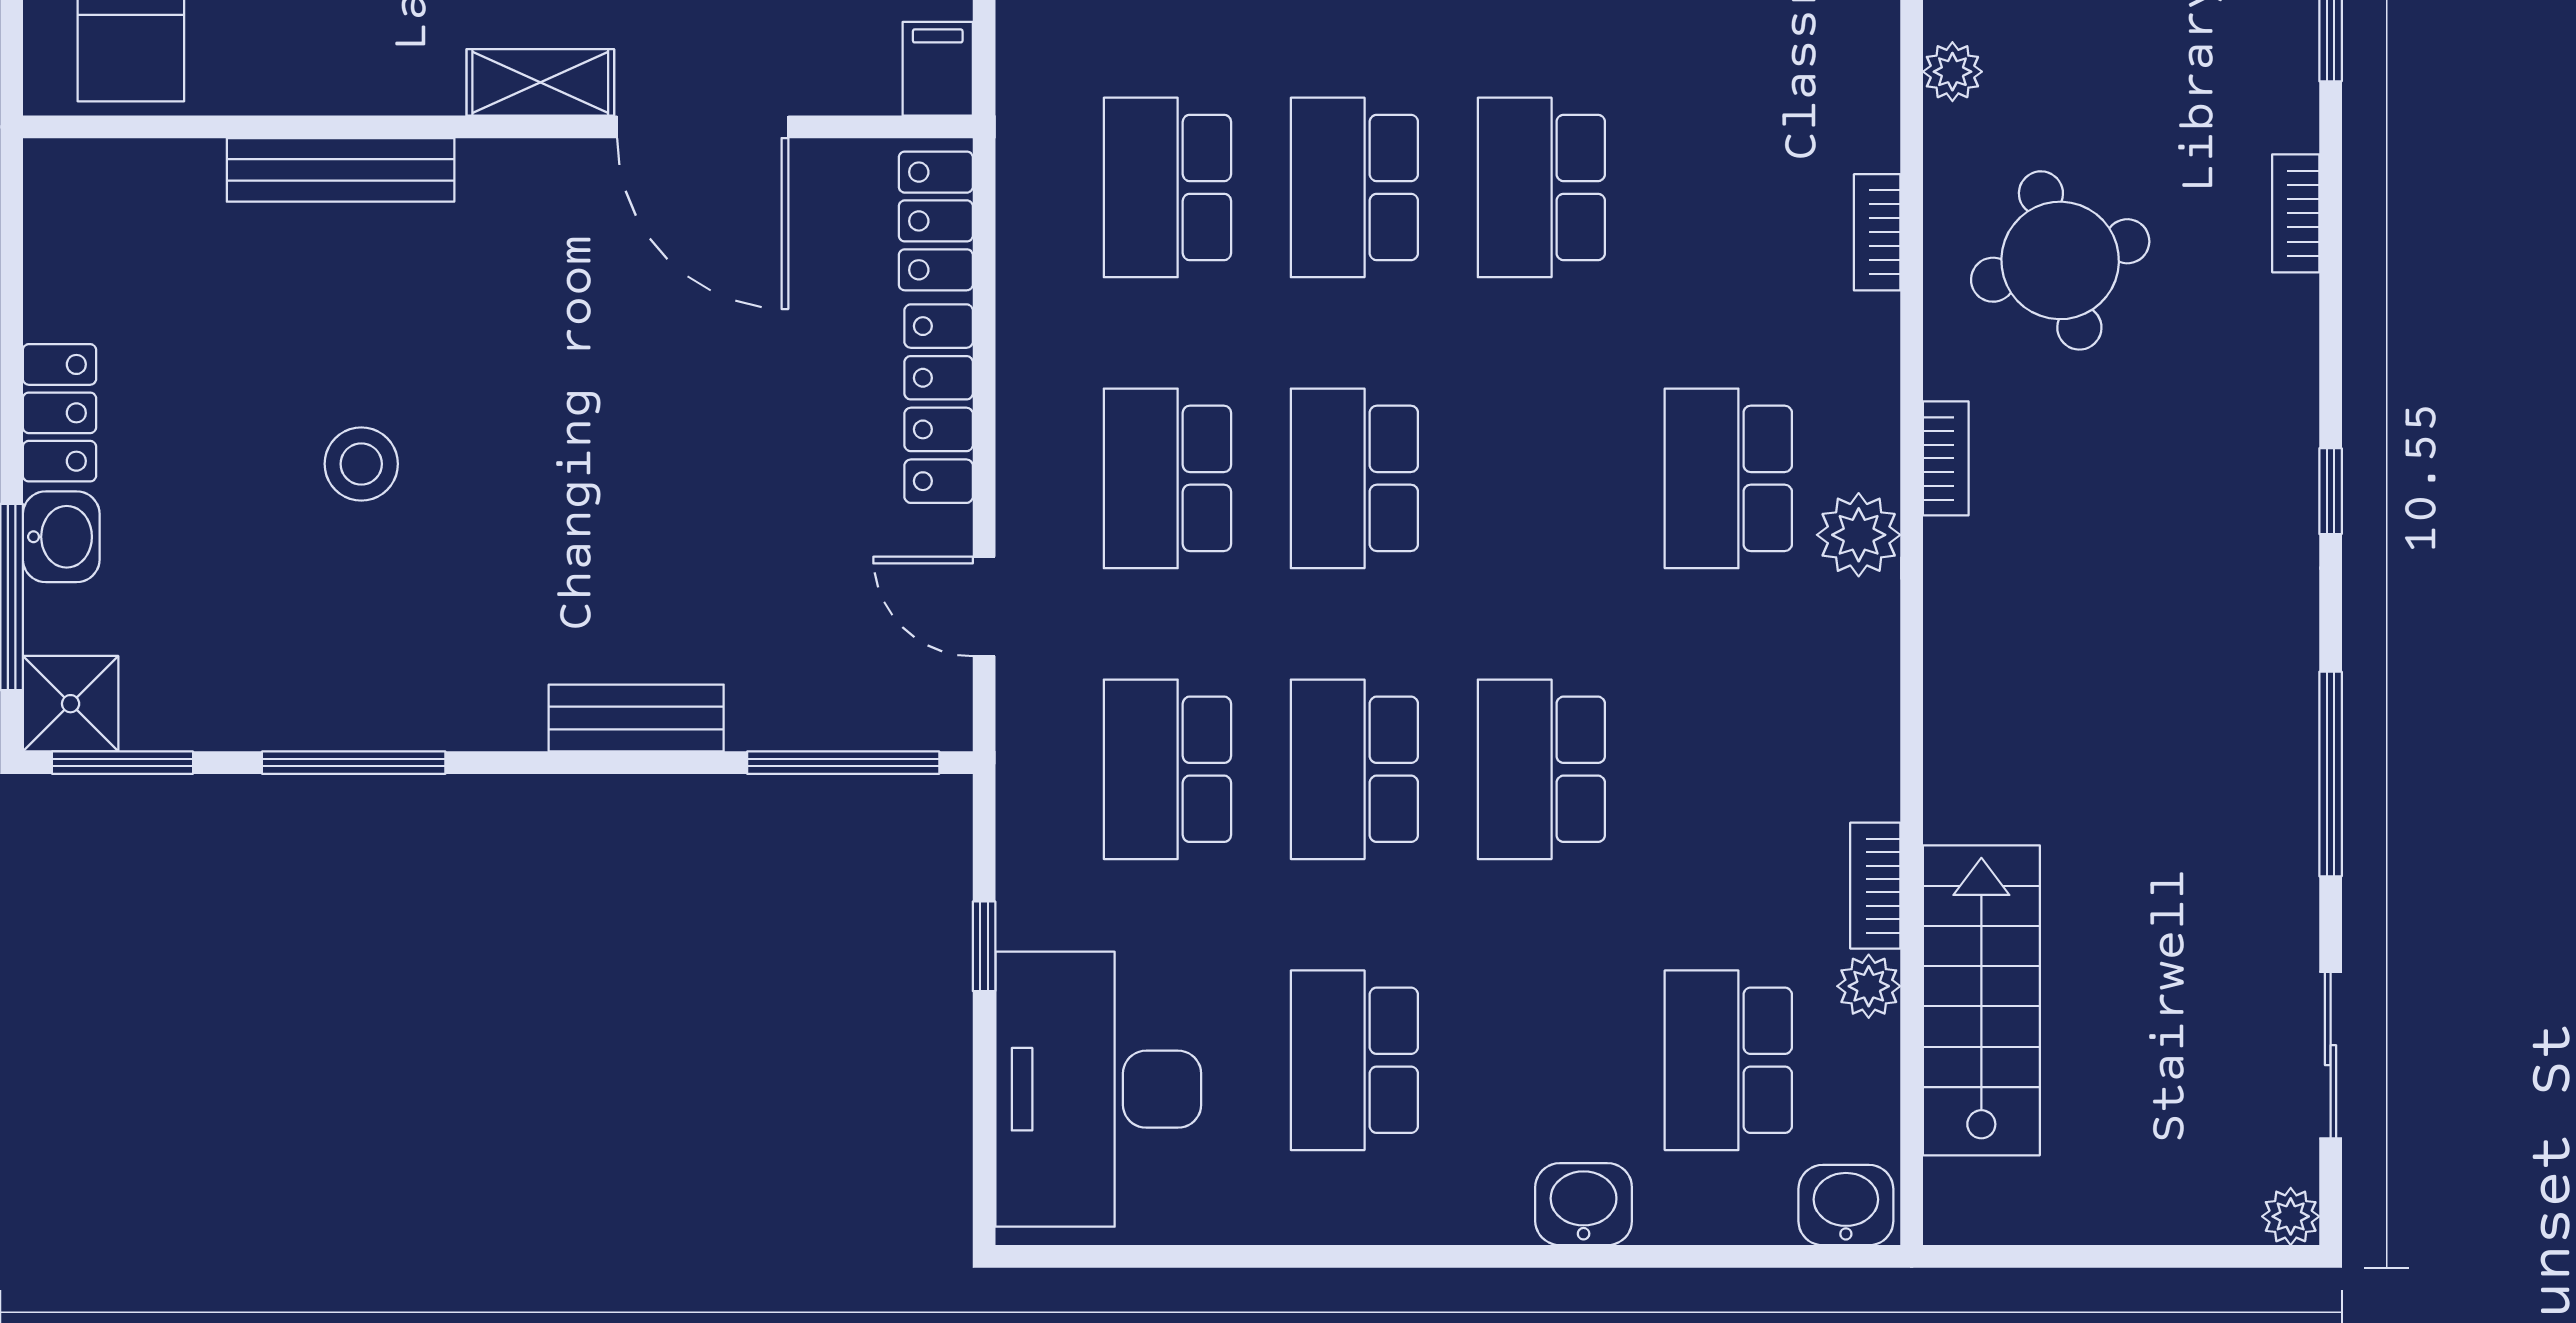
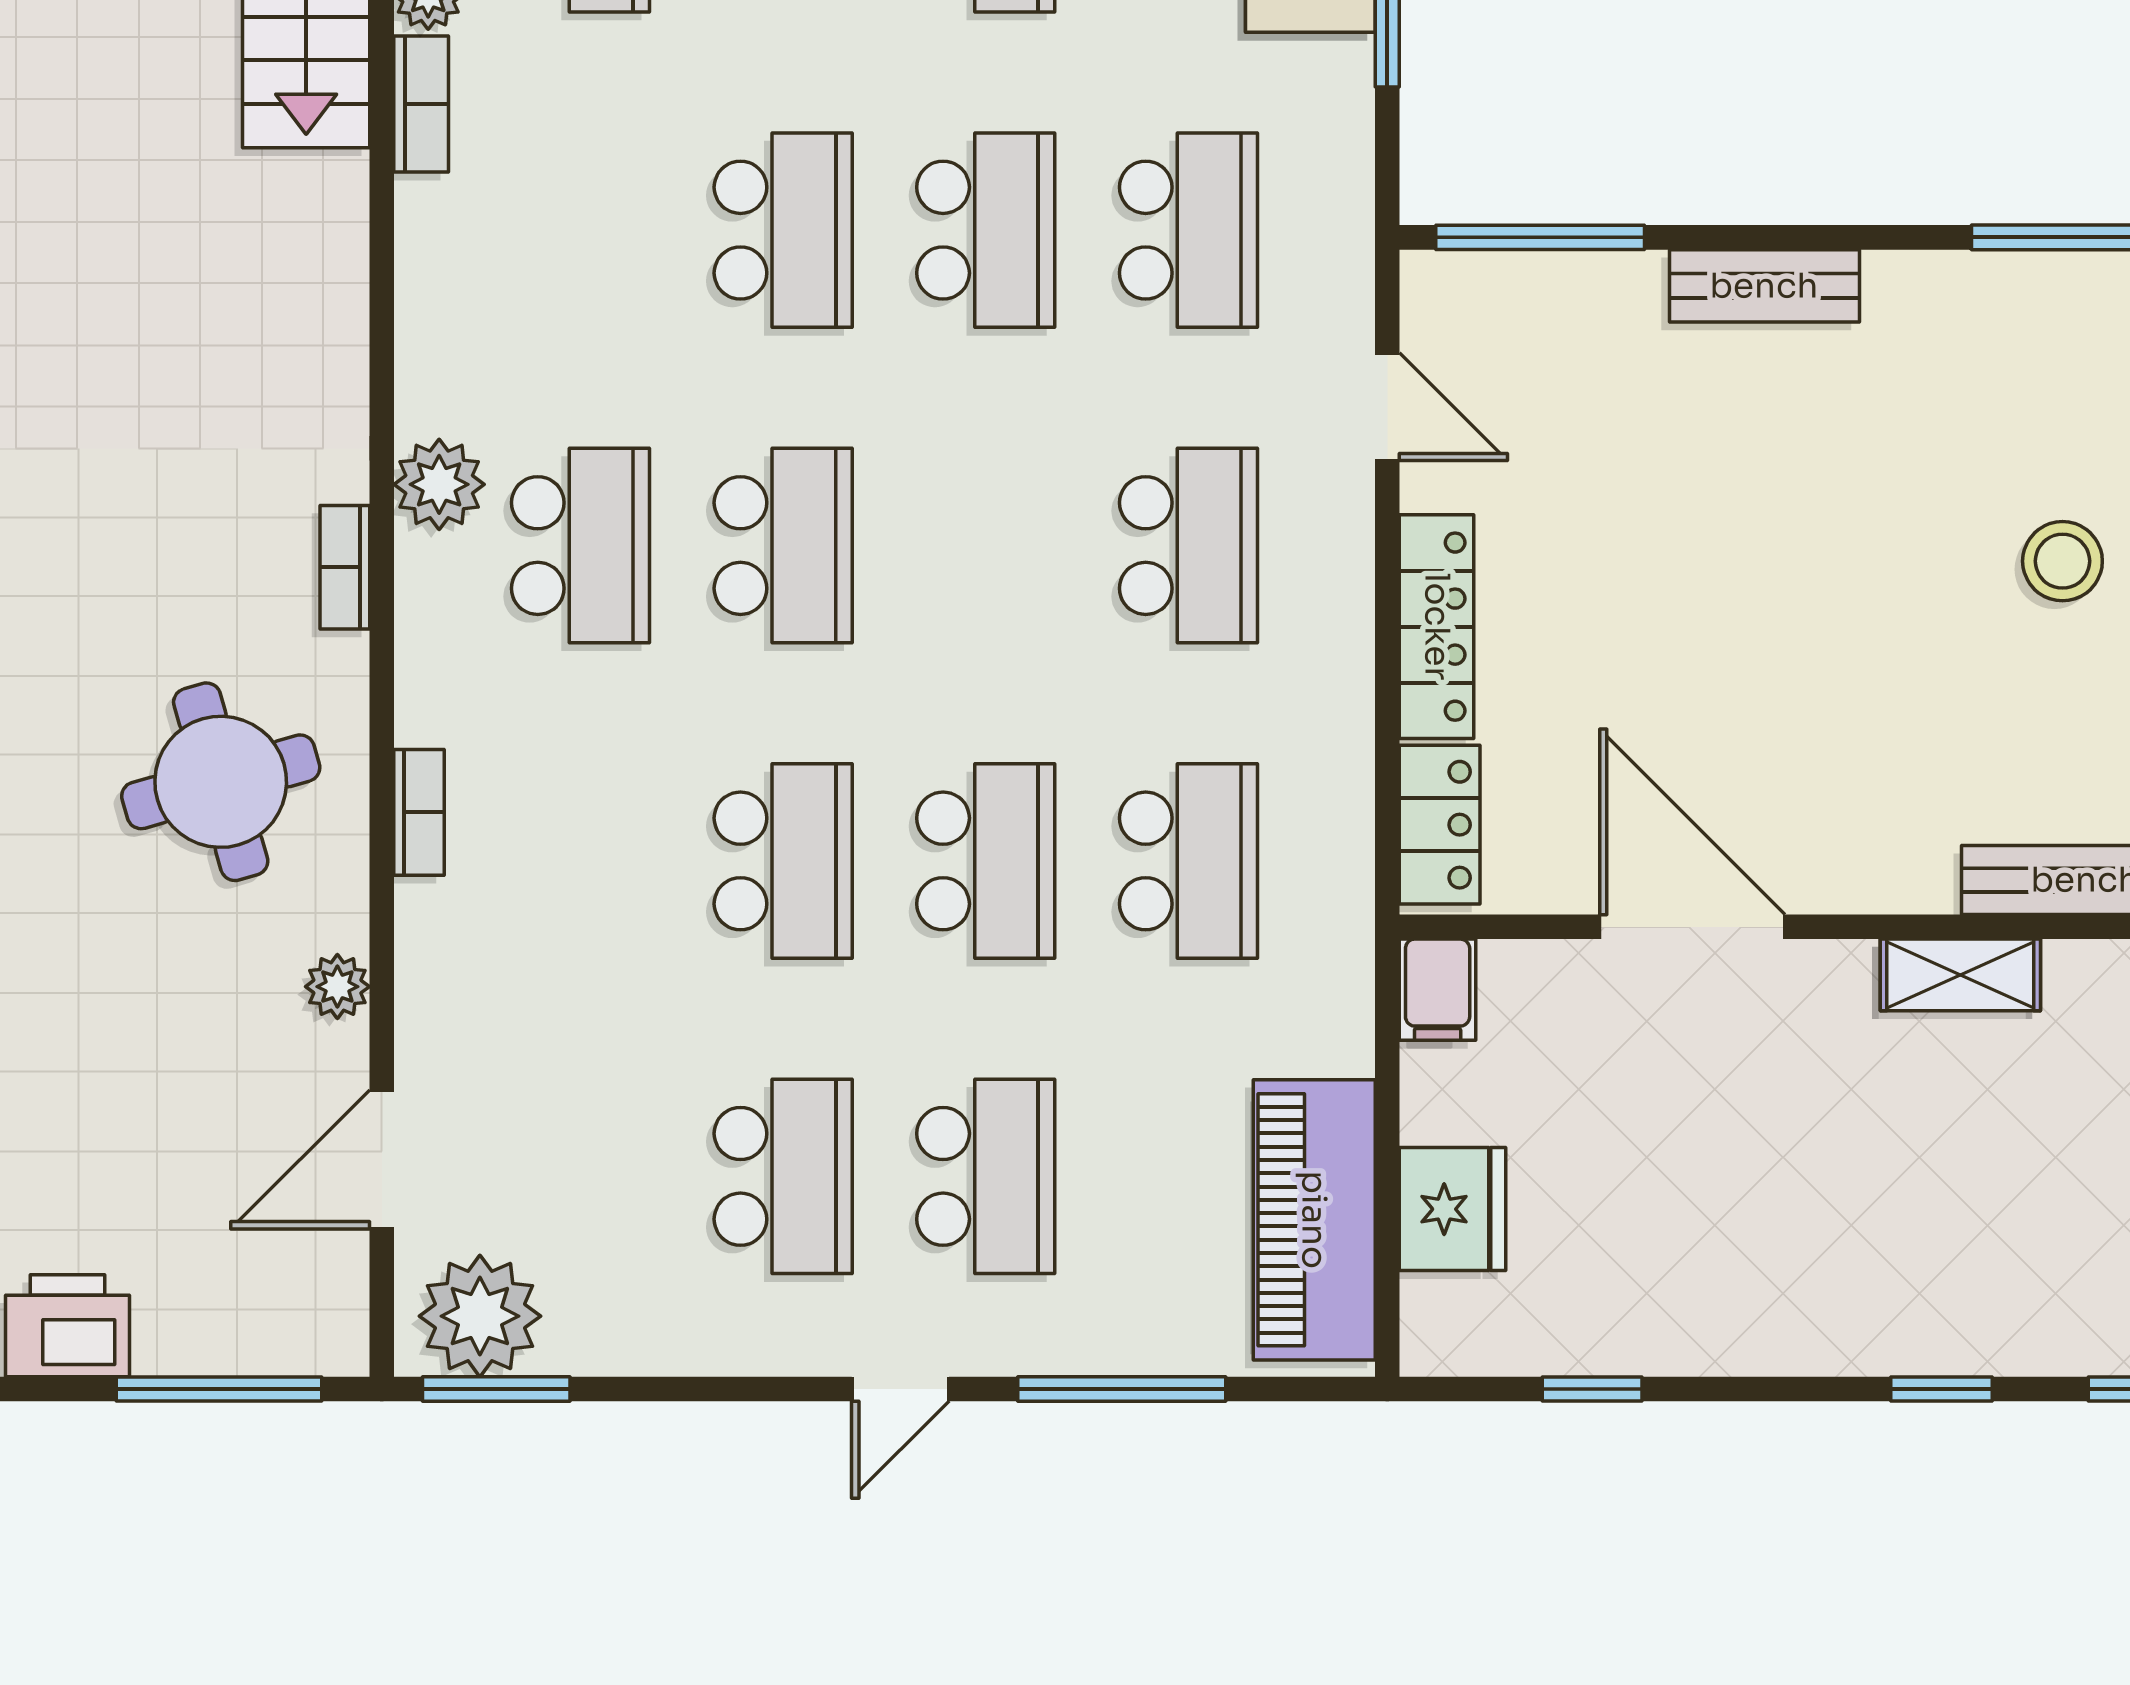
shelving: (540, 82) -> (1960, 975), moved
school desk: (1354, 478) -> (783, 546), moved

